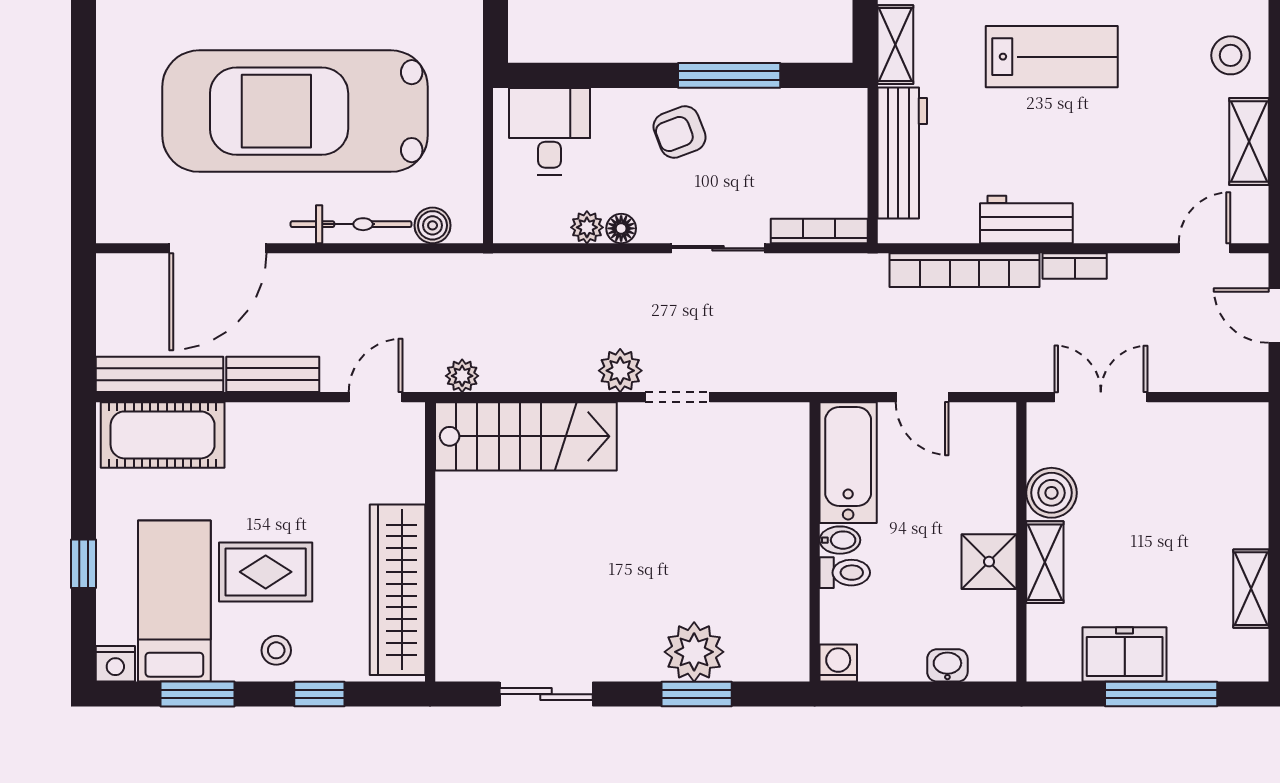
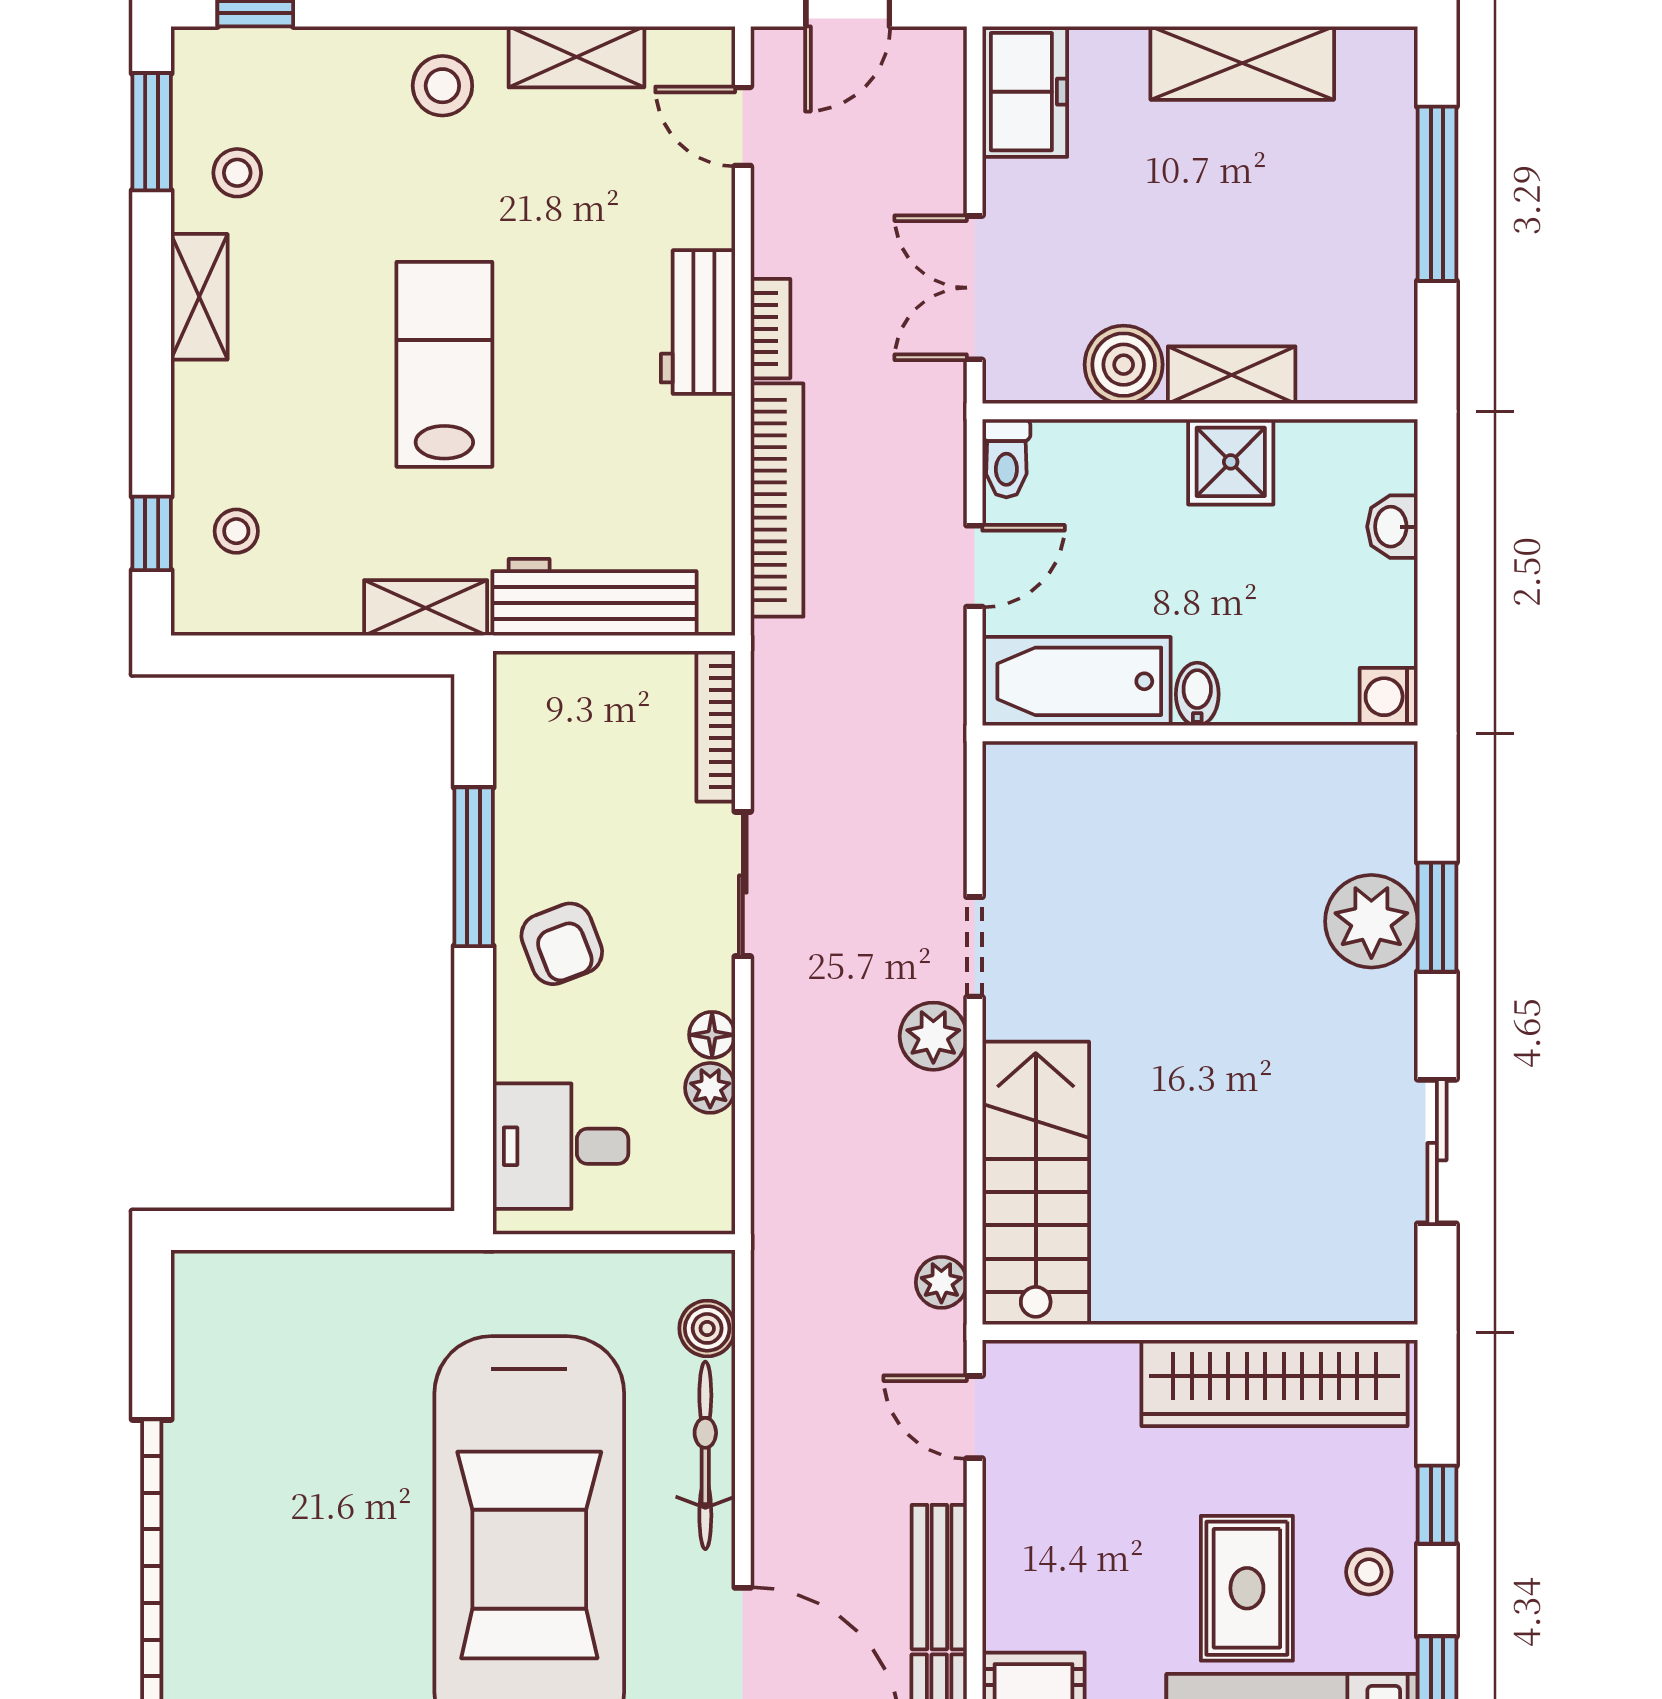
workbench: (1026, 219) -> (698, 322), moved
toilet: (845, 573) -> (1006, 458), moved, turned 180
shelving: (1251, 589) -> (1242, 63), width x1.50, depth x1.33
freezer: (1125, 654) -> (1025, 92), moved, turned 180

